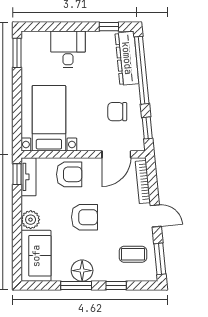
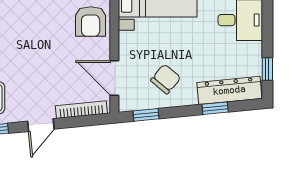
window: (142, 70) -> (215, 108), width x0.32
chair: (117, 112) -> (166, 79), turned 40
armchair: (84, 217) -> (39, 40), removed

